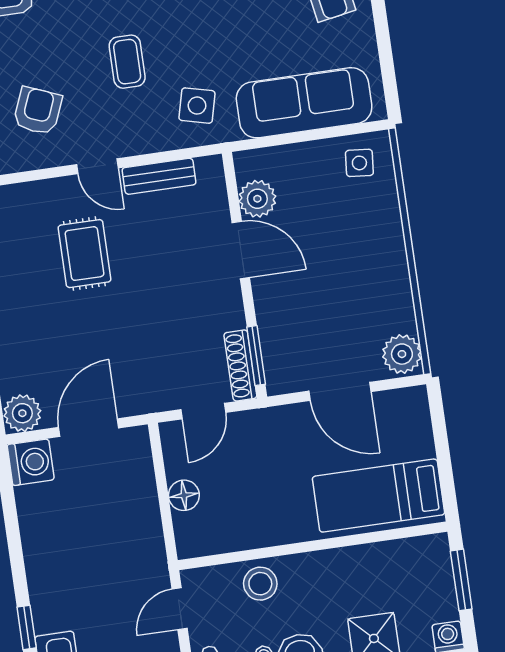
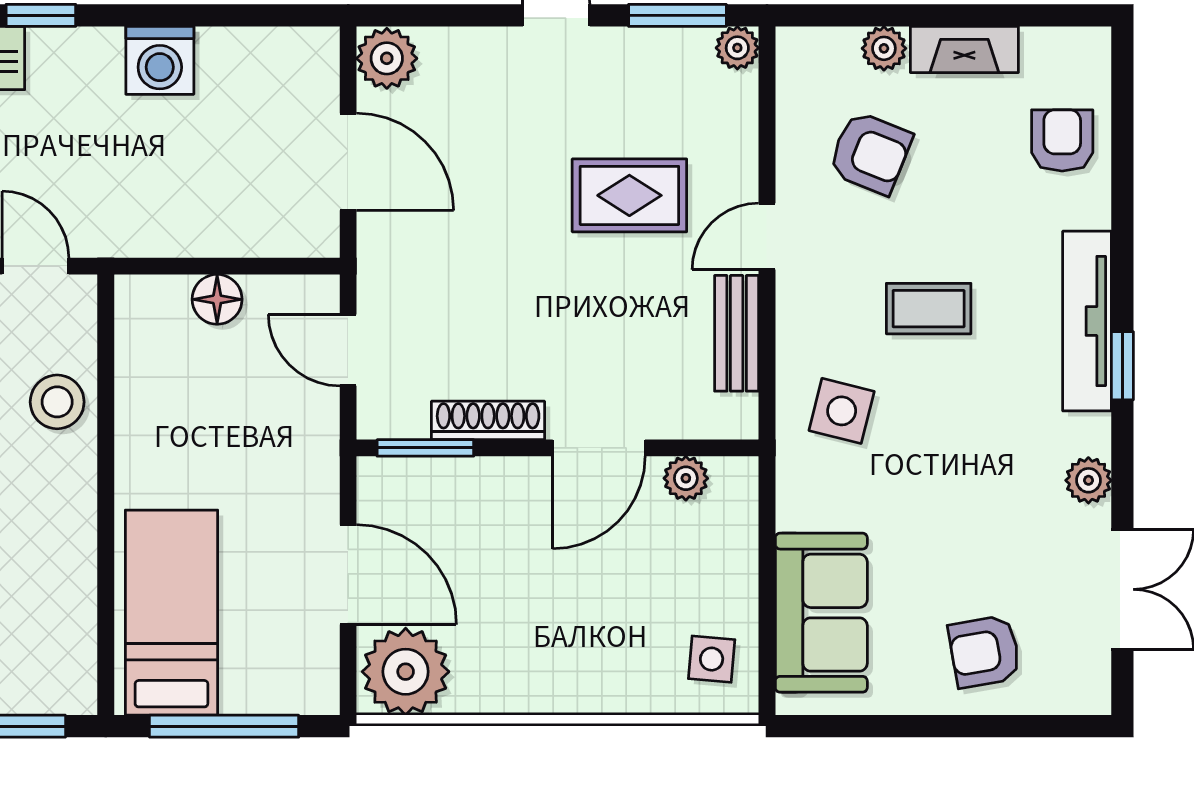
sofa: (304, 103) -> (821, 613), width x0.73
plant: (257, 199) -> (686, 478), width x0.73, depth x0.73
plant: (402, 354) -> (406, 672), width x1.36, depth x1.36
shoe rack: (240, 365) -> (488, 420), moved
door: (340, 391) -> (348, 575), swing flipped
window: (443, 454) -> (224, 726), added
washing machine: (31, 462) -> (160, 60), moved

